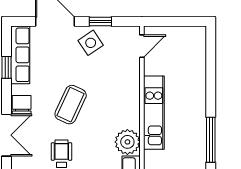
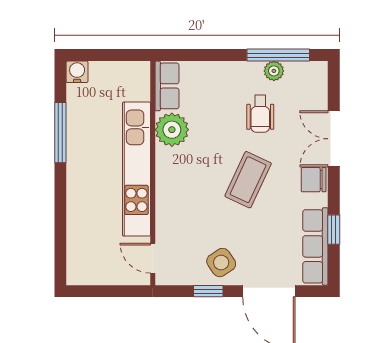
door: (142, 46) -> (153, 258), hinge flipped
chair: (22, 105) -> (314, 180), turned 90
kitchen unit: (154, 113) -> (136, 169), width x1.36

